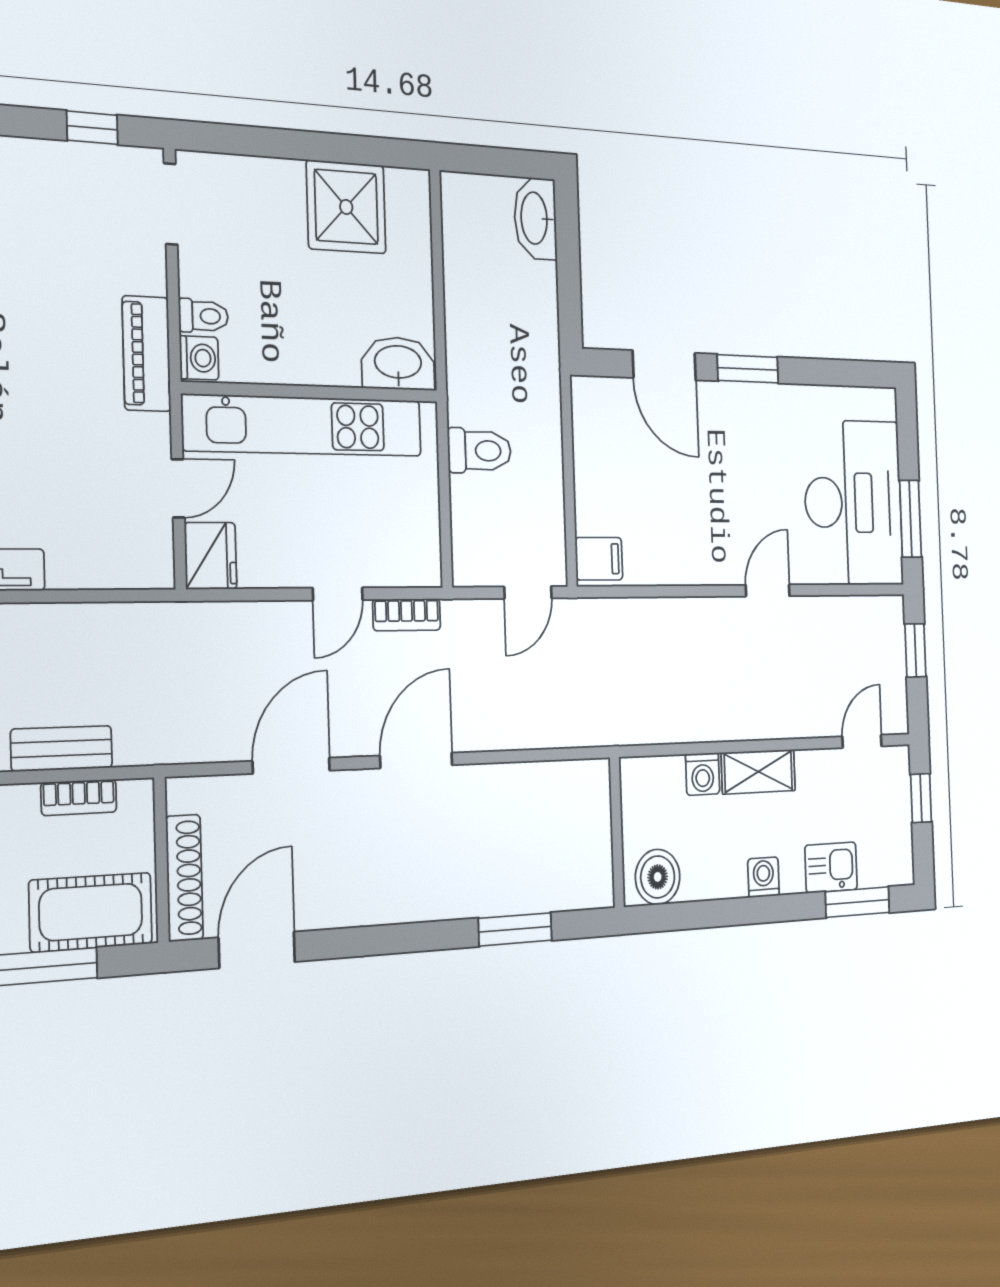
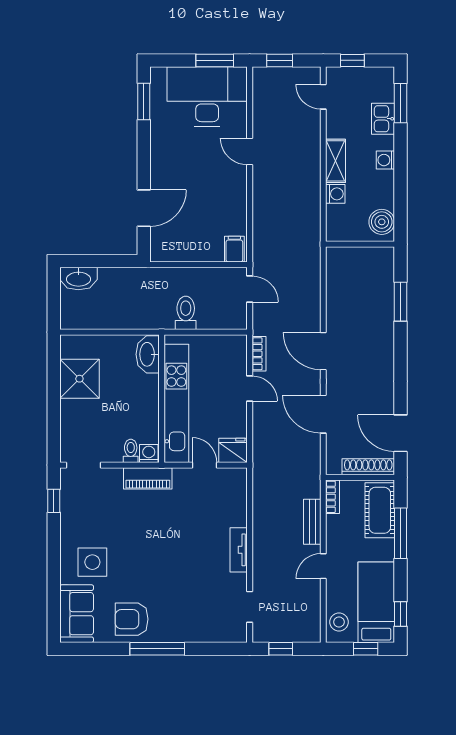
window: (748, 369) -> (144, 101), moved
bookcase: (79, 797) -> (333, 497), moved

